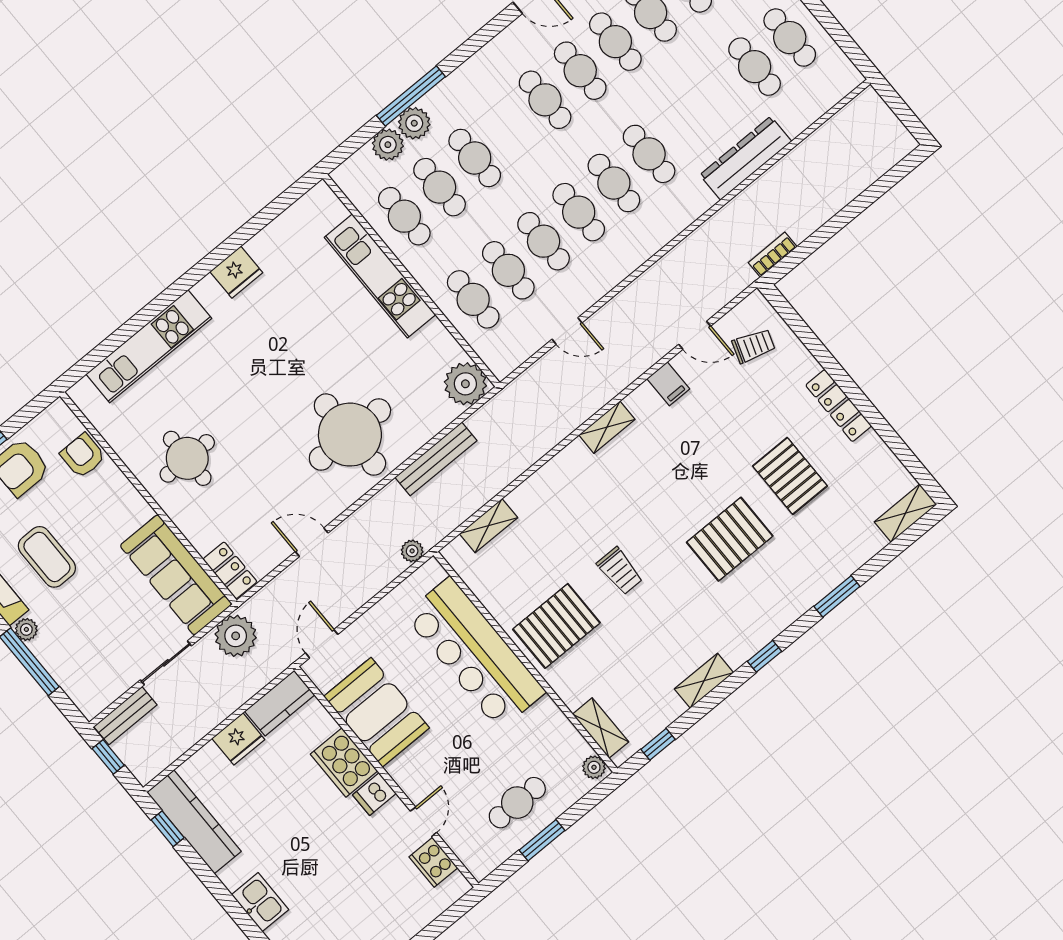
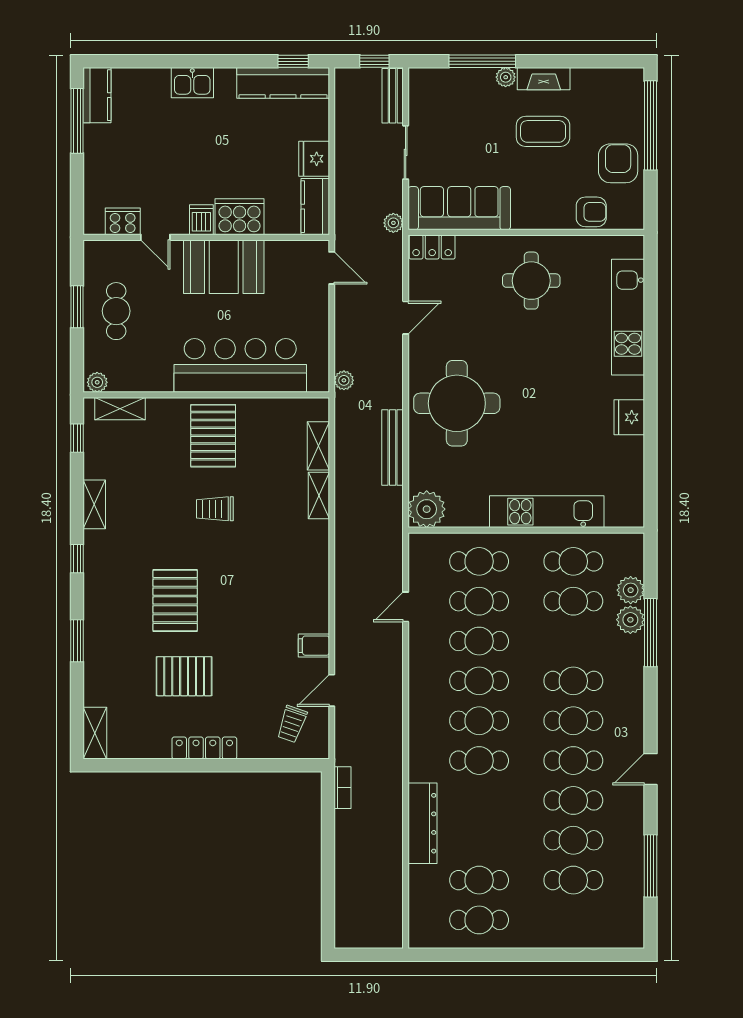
cafe table: (475, 158) -> (573, 681), moved
shelving: (607, 427) -> (319, 495), moved
plant: (236, 636) -> (393, 223), width x0.53, depth x0.53
booth: (377, 712) -> (224, 267), moved

